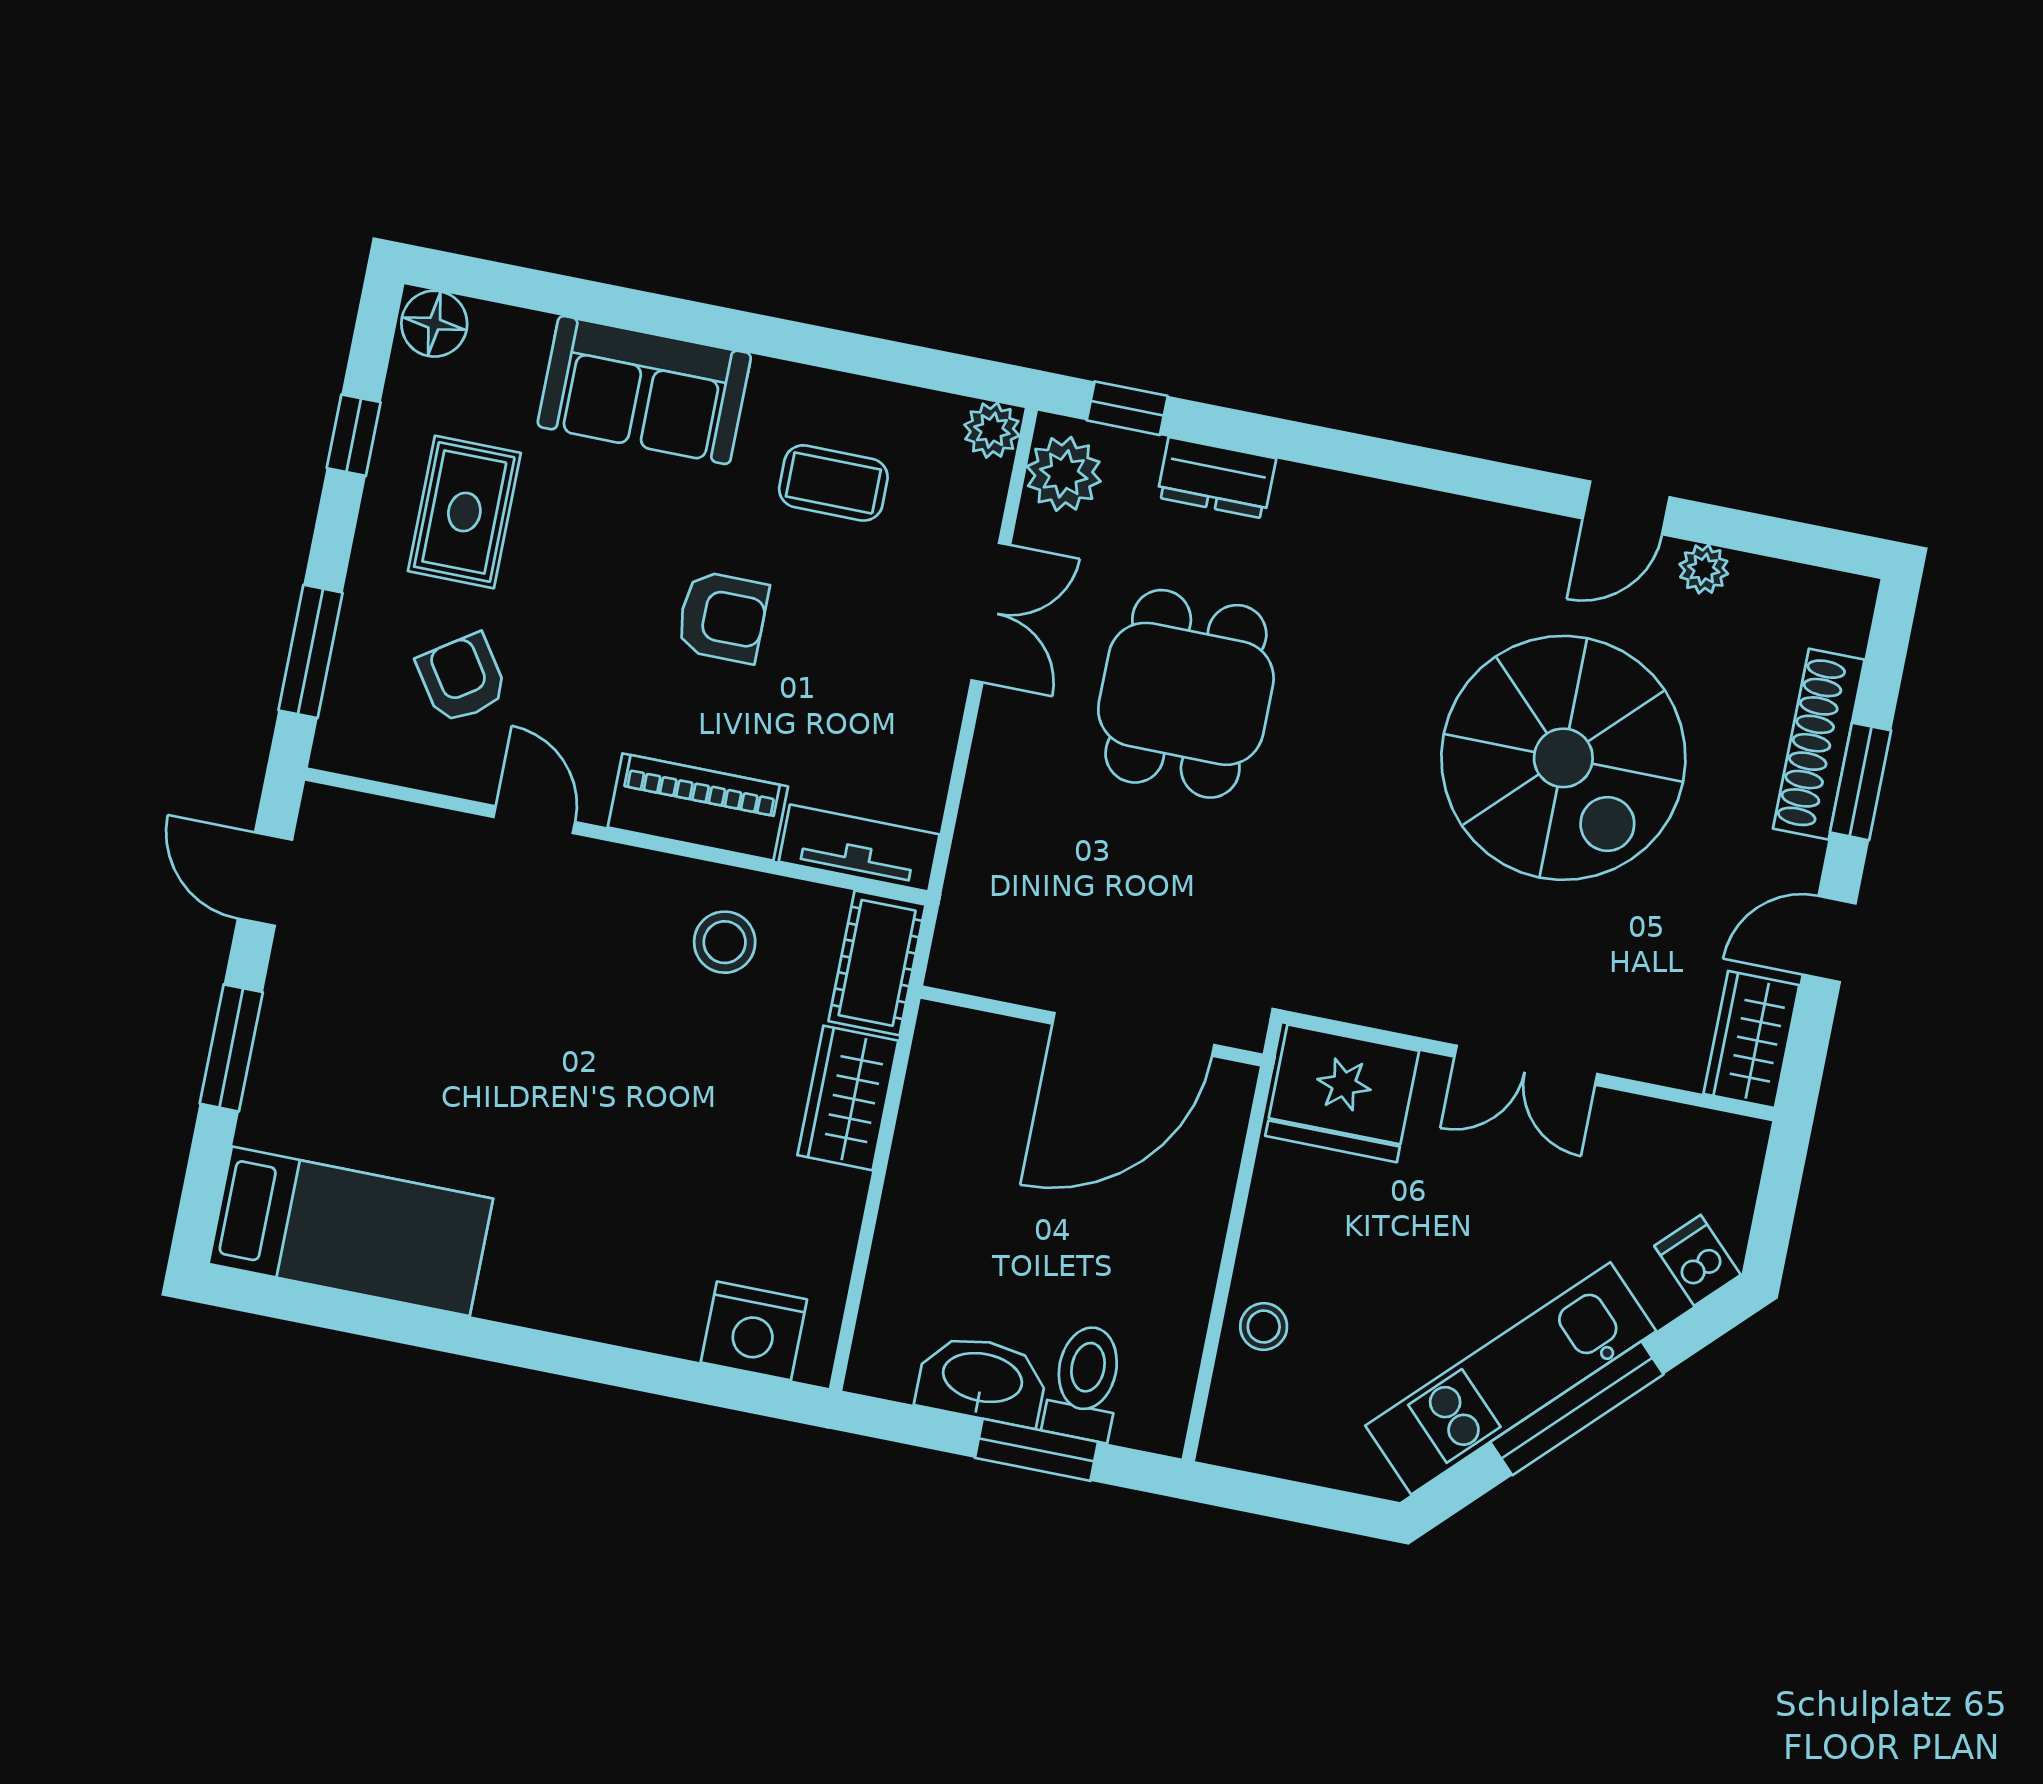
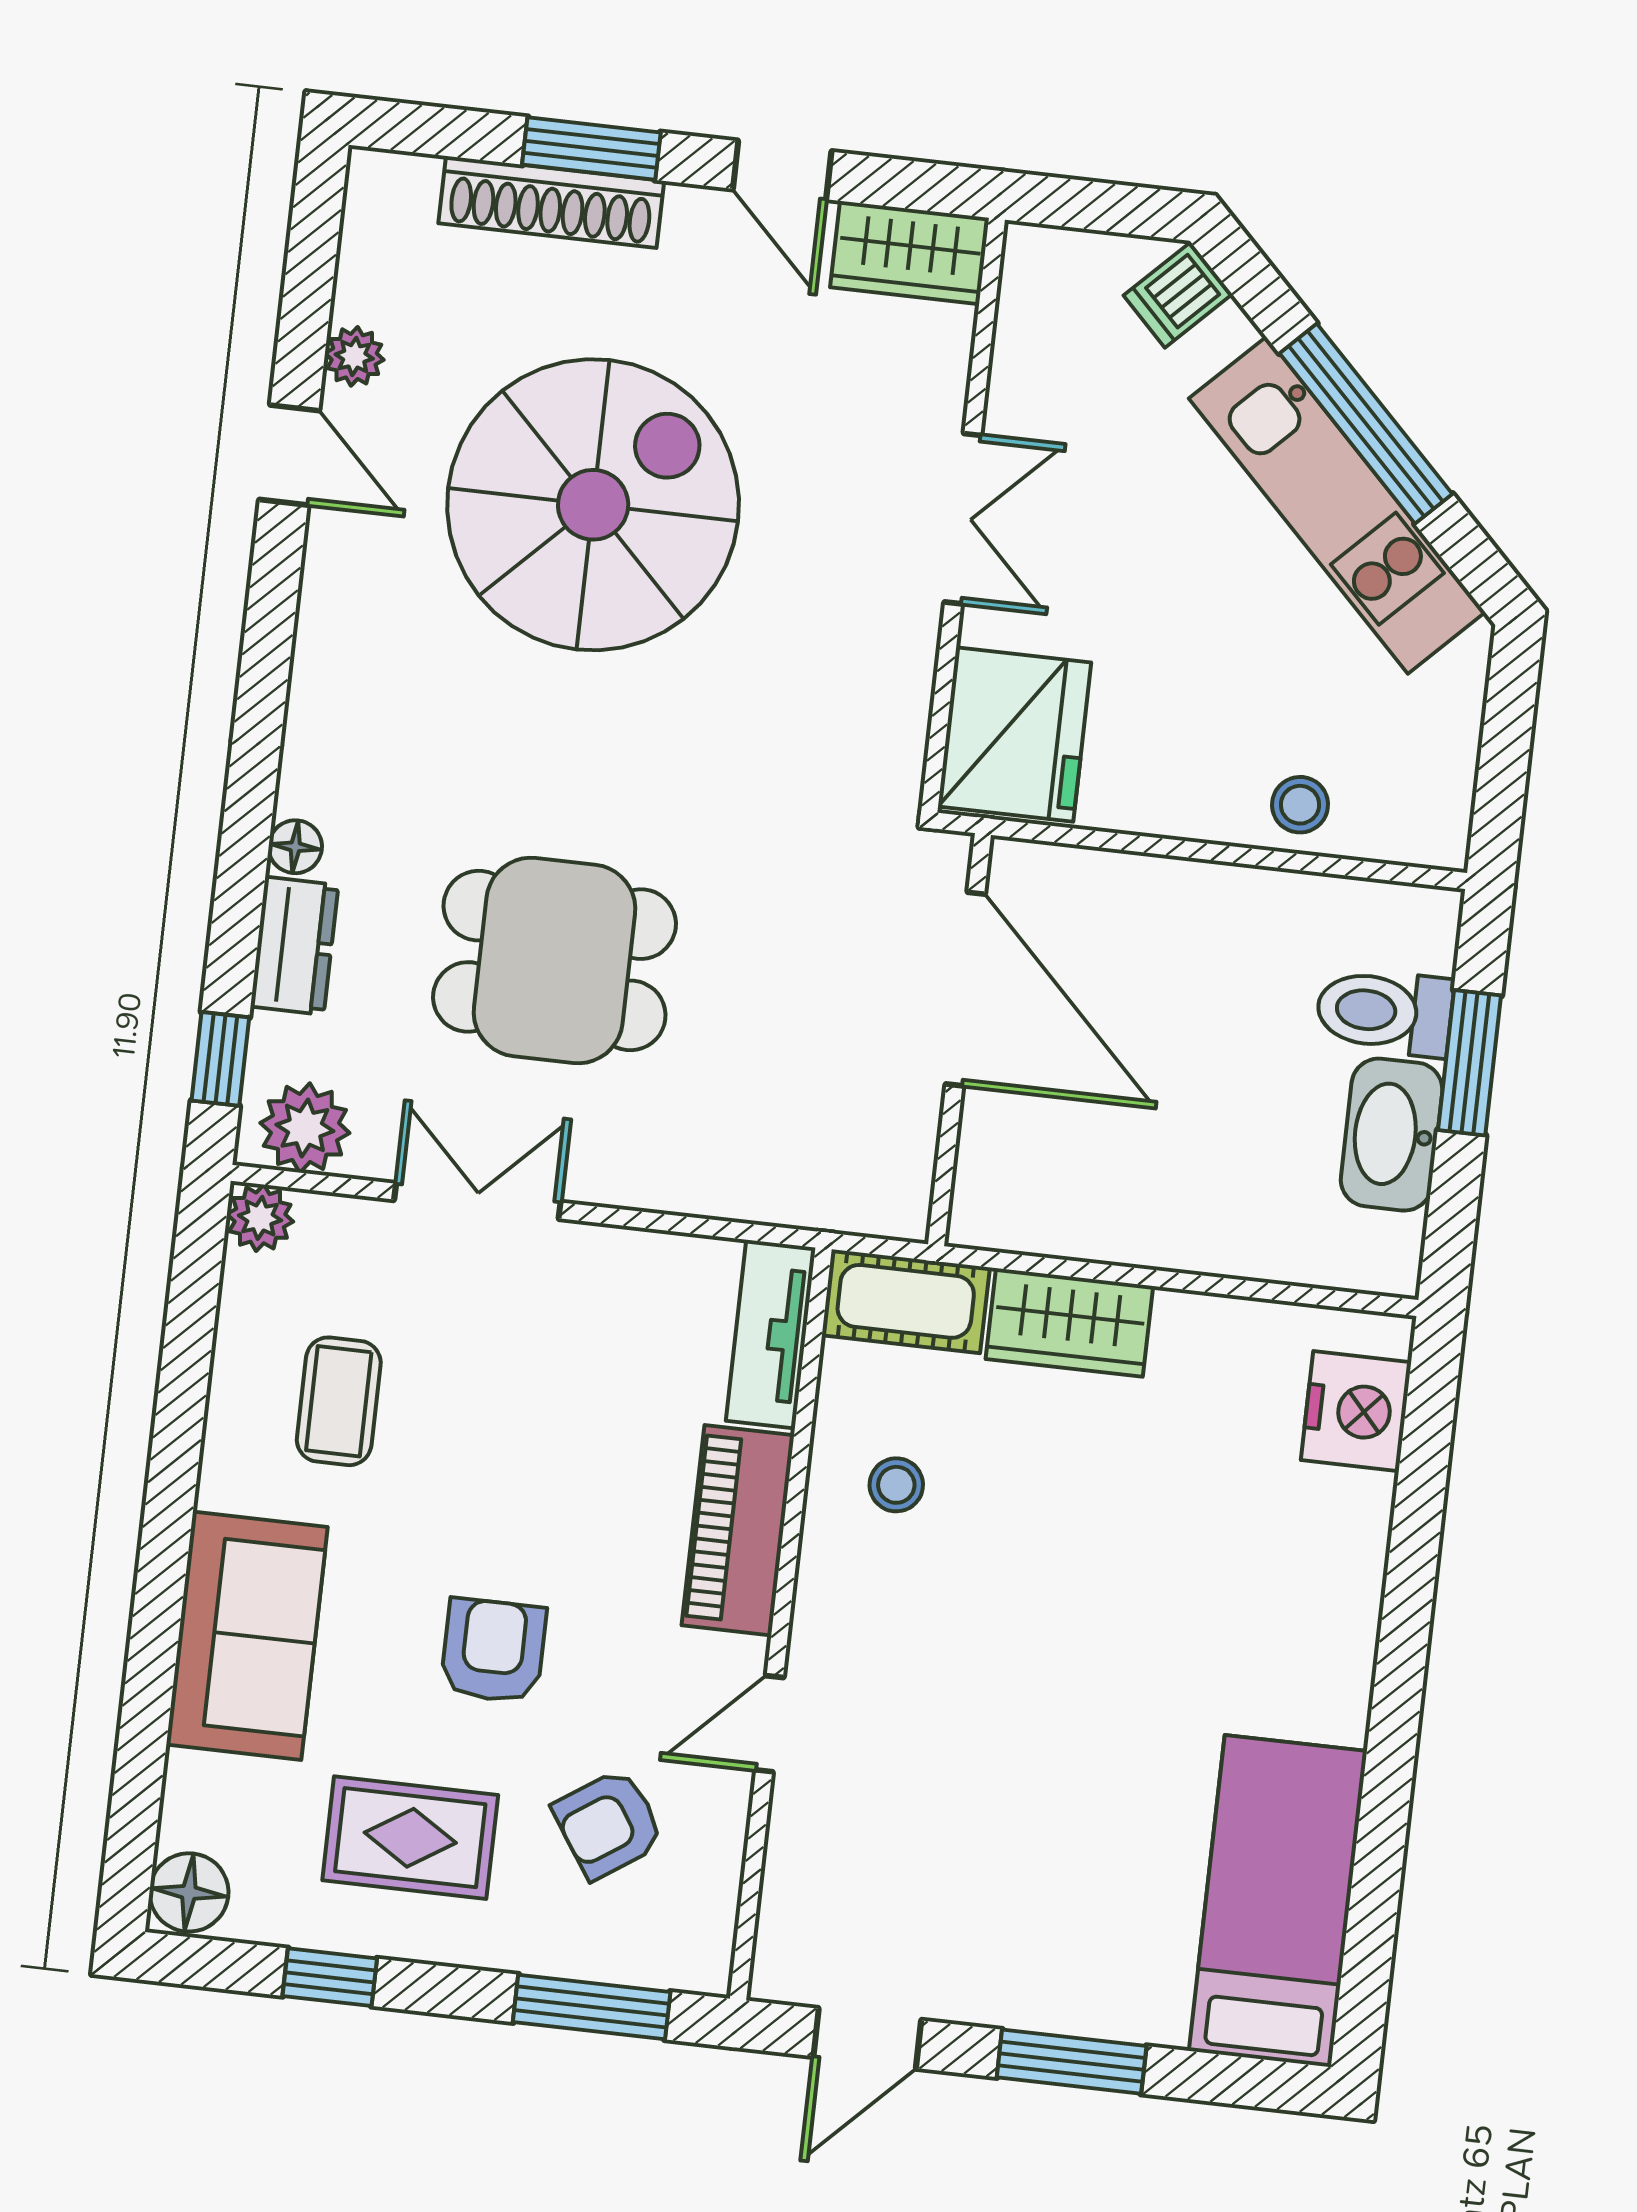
floor lamp: (1299, 486) -> (295, 847), added
armchair: (722, 617) -> (493, 1651), moved
stool: (725, 942) -> (896, 1485), width x0.73, depth x0.73

